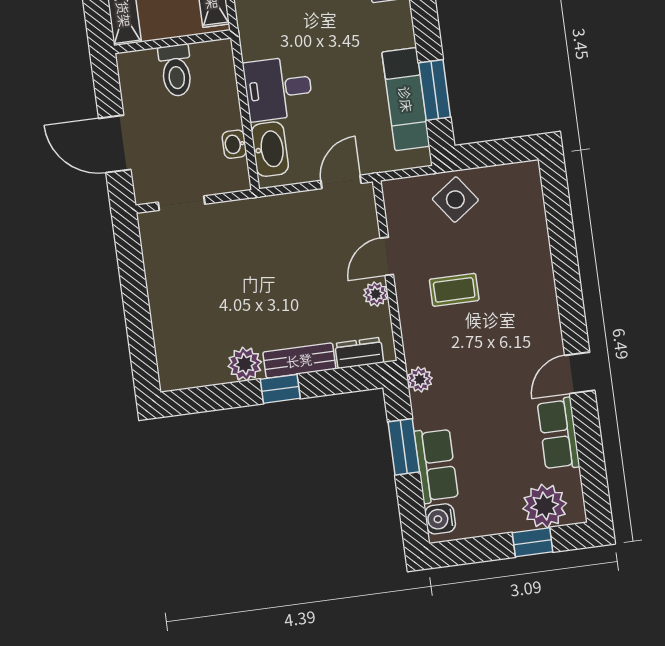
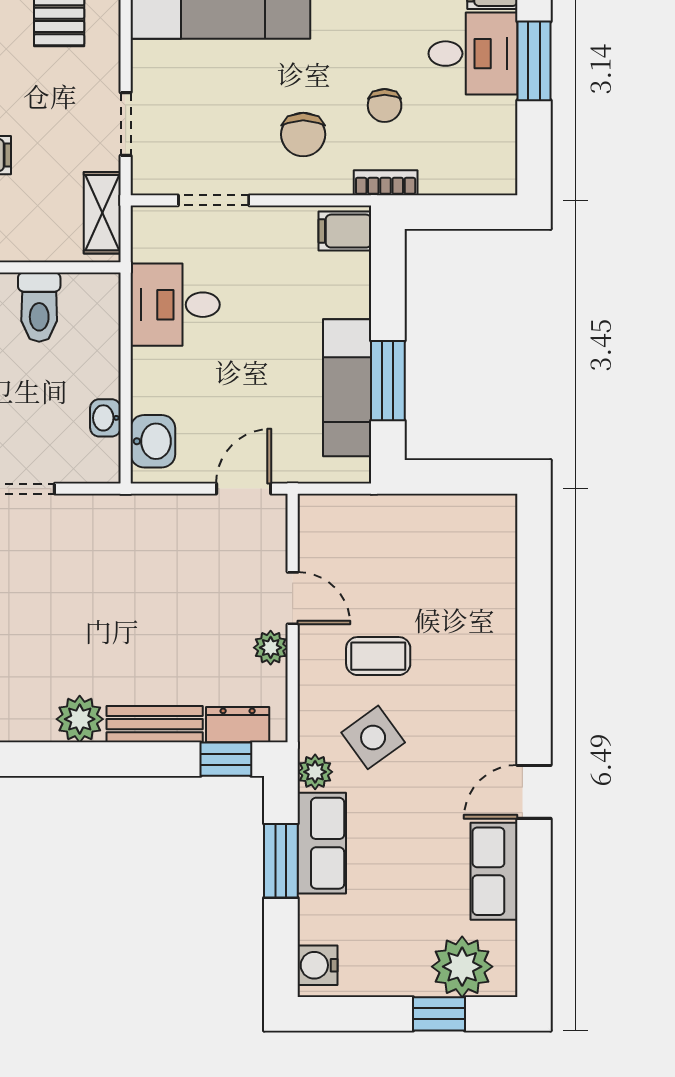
desk: (278, 88) -> (175, 305), moved
washbasin: (270, 149) -> (153, 441), width x0.72
side table: (455, 200) -> (373, 737), moved
door: (387, 256) -> (293, 598), swing flipped
window: (280, 389) -> (226, 759), moved
row of seats: (436, 465) -> (322, 843), moved

